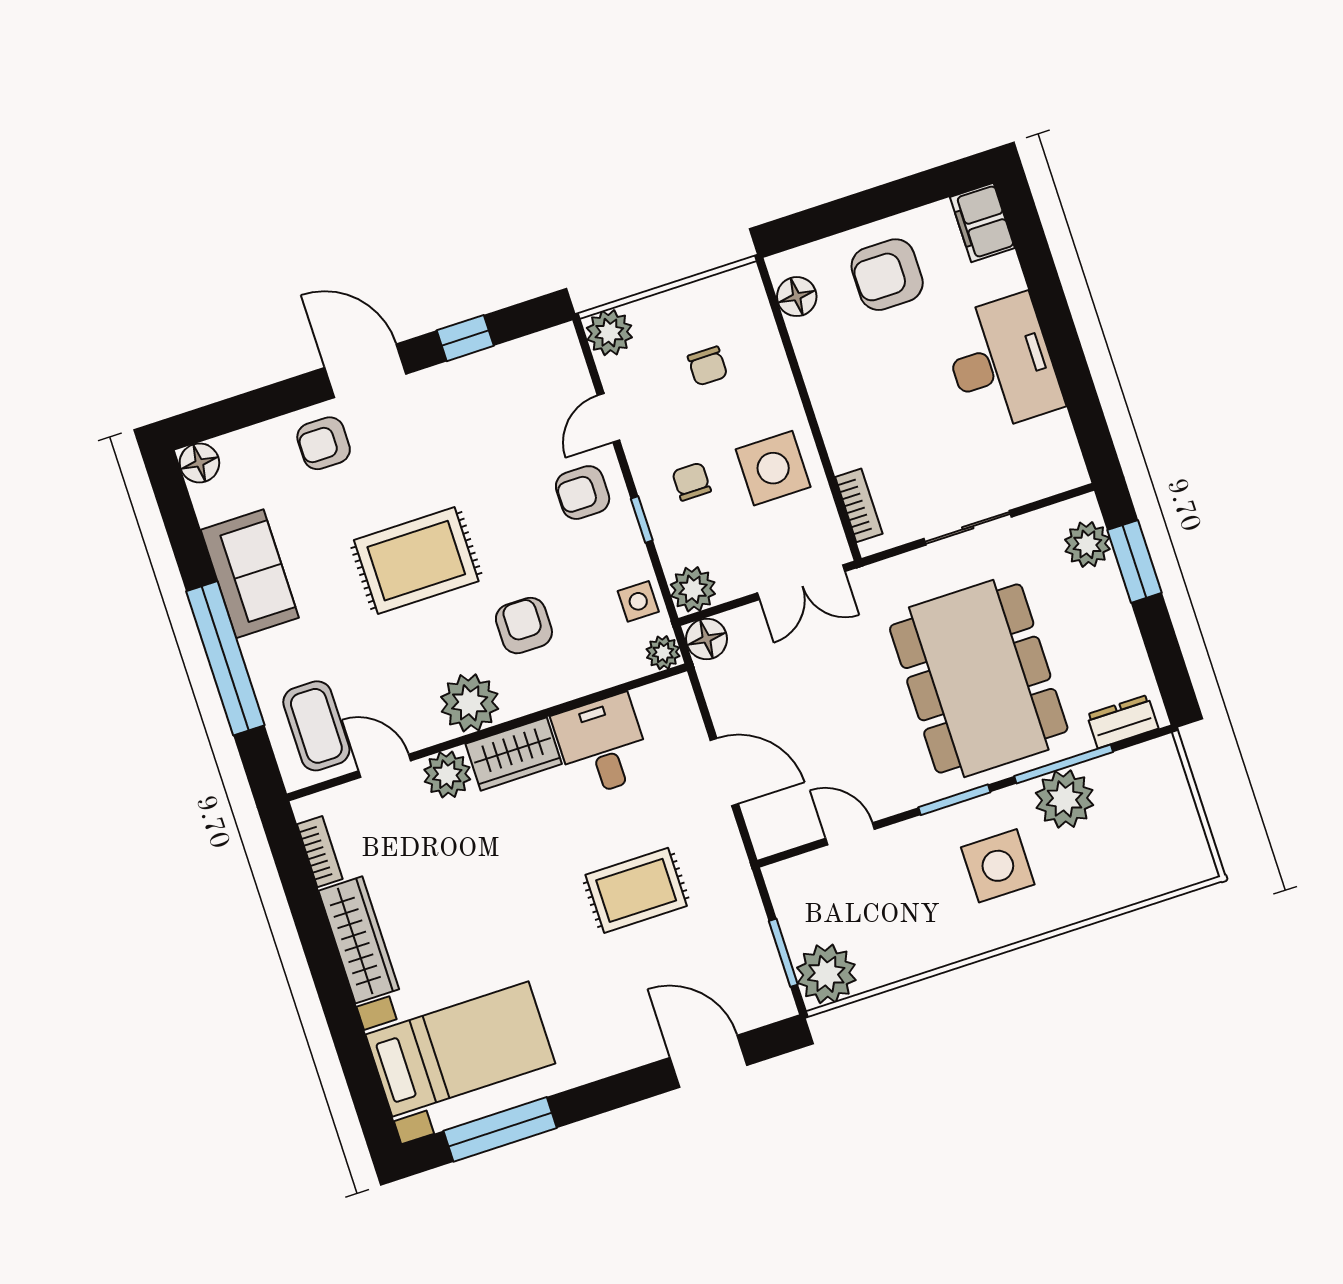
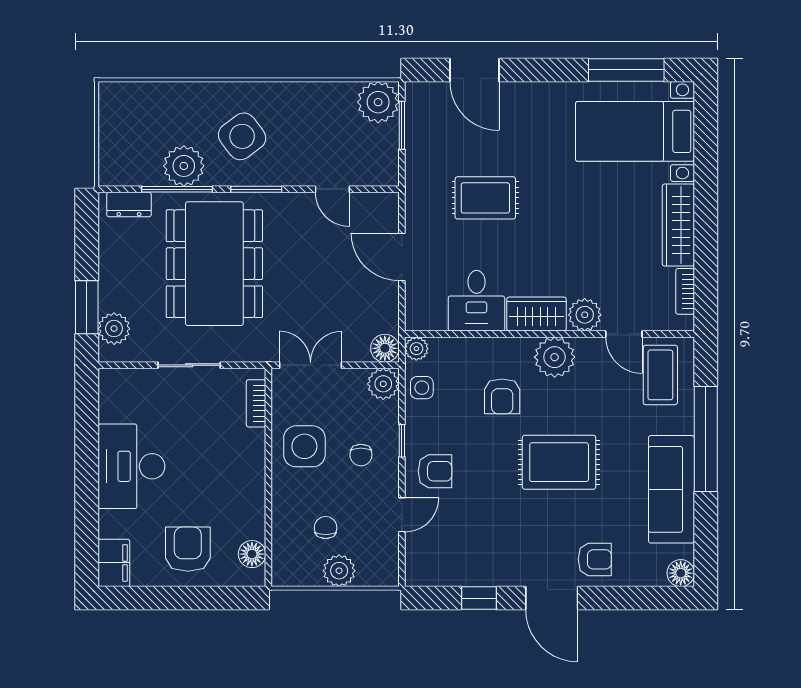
armchair: (887, 275) -> (188, 549), turned -90
plant: (609, 333) -> (339, 571), moved
sofa: (250, 574) -> (671, 489), width x1.36
side table: (998, 866) -> (242, 136), turned -37

